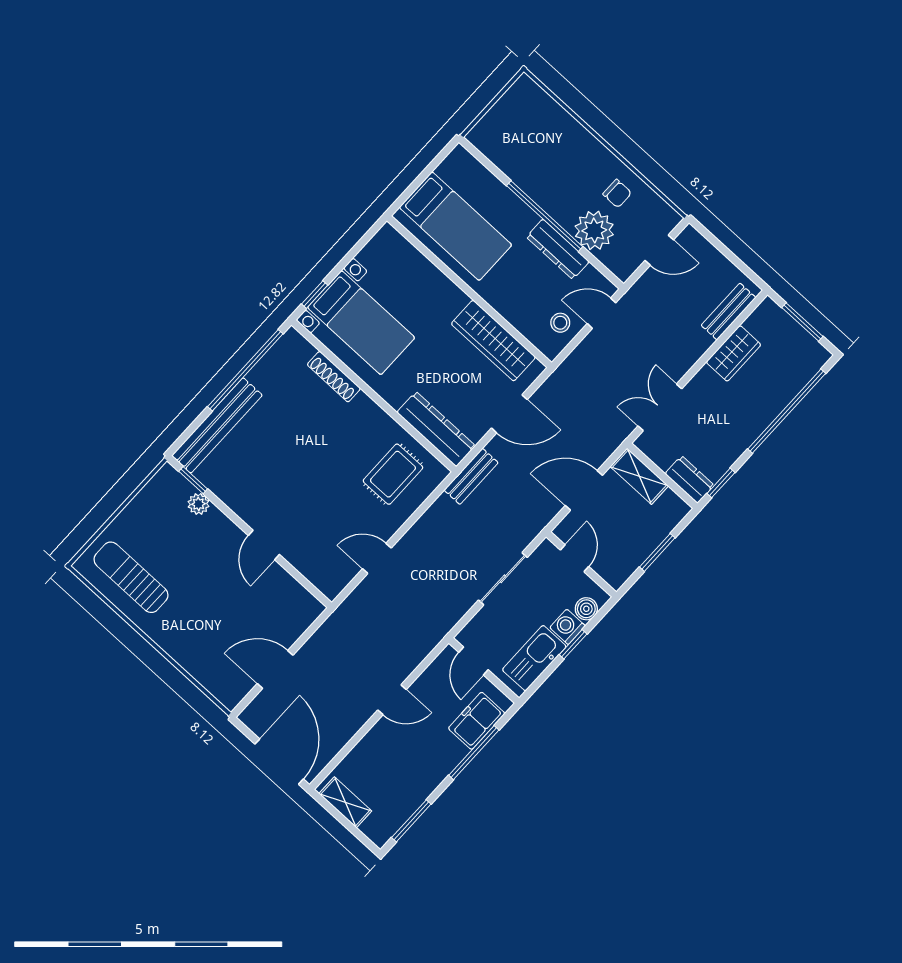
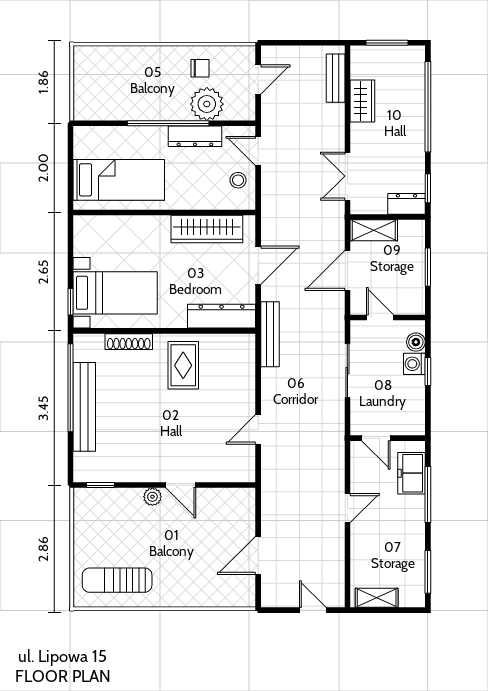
door: (602, 313) -> (258, 151), hinge flipped
bench: (217, 425) -> (84, 407), moved
rug: (393, 474) -> (183, 365), moved
bench: (471, 476) -> (270, 334), width x1.36
plant: (198, 504) -> (152, 497), moved
kitchen sink: (534, 658) -> (412, 402), removed
door: (279, 762) -> (313, 610), width x0.53

